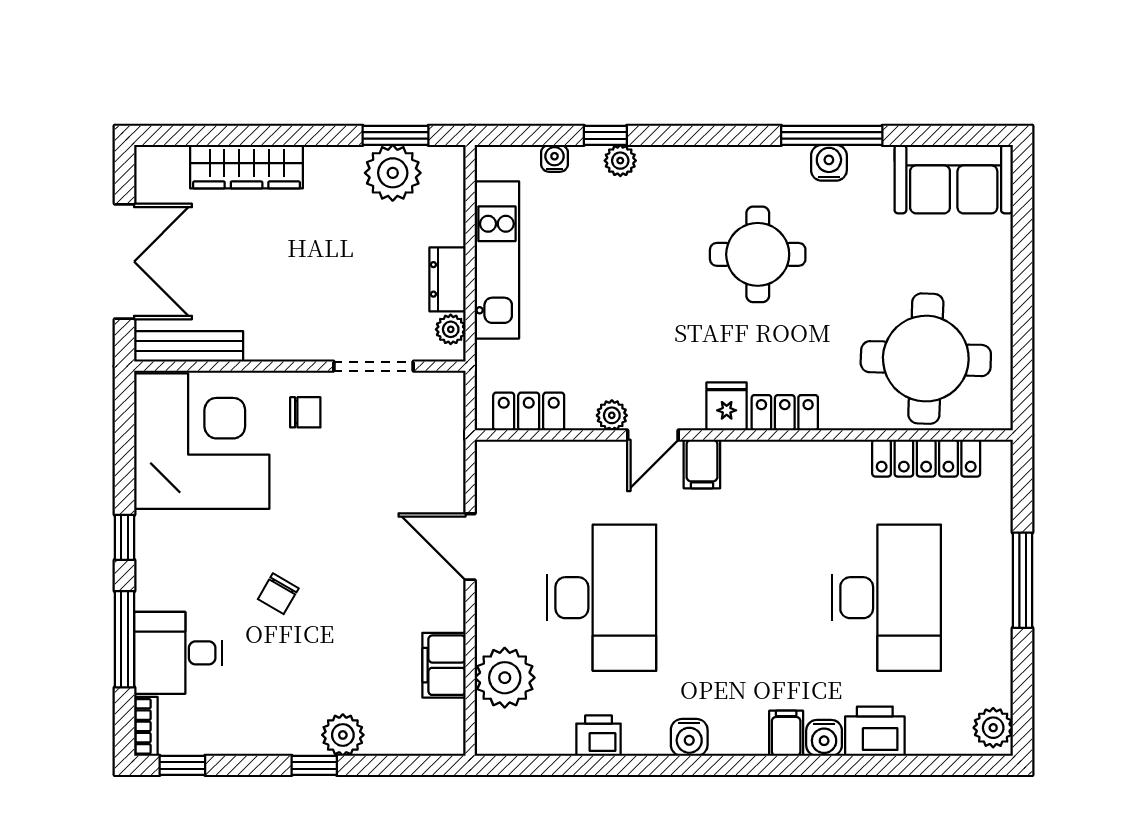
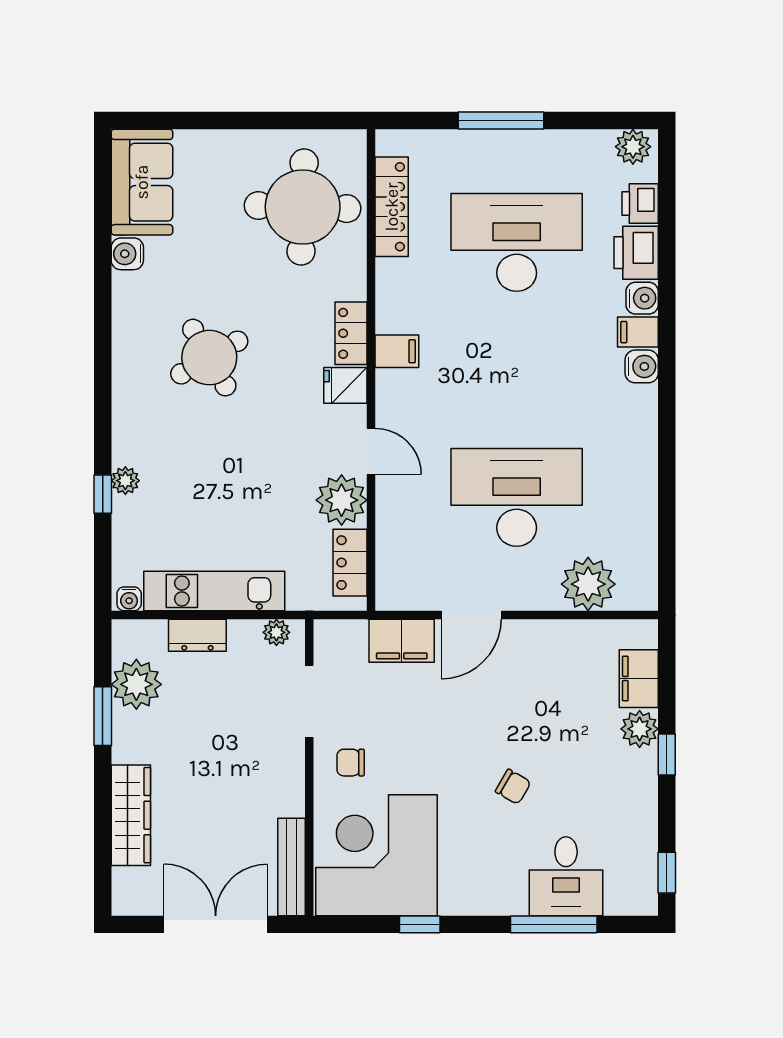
window: (396, 135) -> (103, 716), moved
window: (832, 135) -> (103, 291), removed
water cooler: (554, 158) -> (129, 599), moved, turned -90
water cooler: (829, 163) -> (127, 254), moved
round table: (758, 254) -> (209, 358), turned -30
dresser: (448, 279) -> (197, 635), moved
chair: (305, 412) -> (351, 763), turned -90
plant: (612, 415) -> (342, 500), width x1.87, depth x1.87
filing cabinet: (702, 464) -> (397, 351), moved
filing cabinet: (441, 469) -> (402, 641), added
window: (125, 537) -> (420, 924), moved
filing cabinet: (444, 665) -> (639, 679), moved, turned 90
bookcase: (146, 726) -> (632, 905), removed
printer: (599, 736) -> (640, 203), moved
water cooler: (689, 737) -> (642, 366), moved

